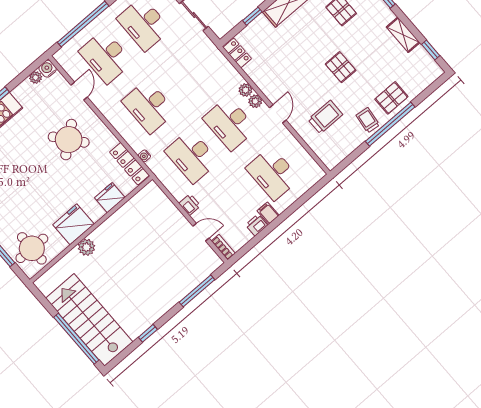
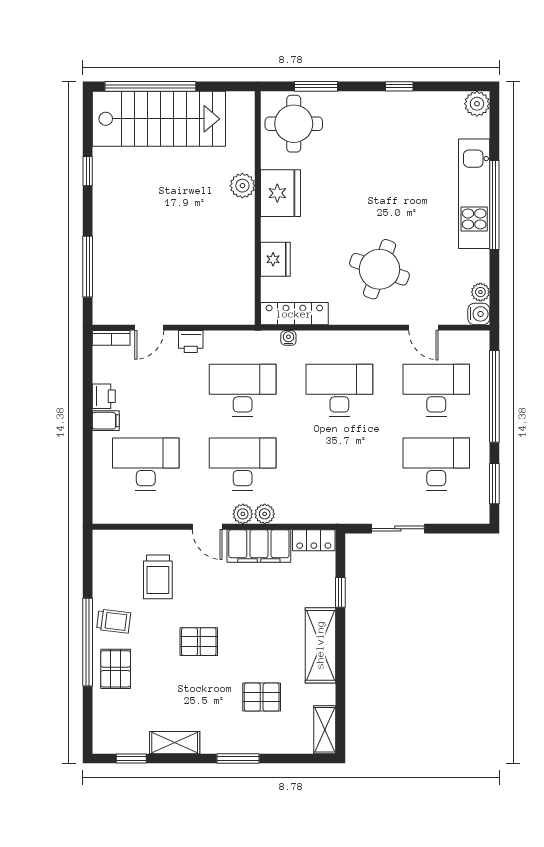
filing cabinet: (265, 79) -> (259, 546), added
round table: (69, 140) -> (379, 269), turned -31

